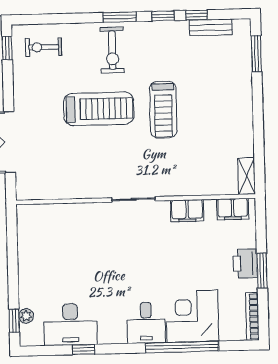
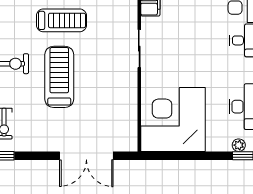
corner desk: (53, 240) -> (173, 119), added

